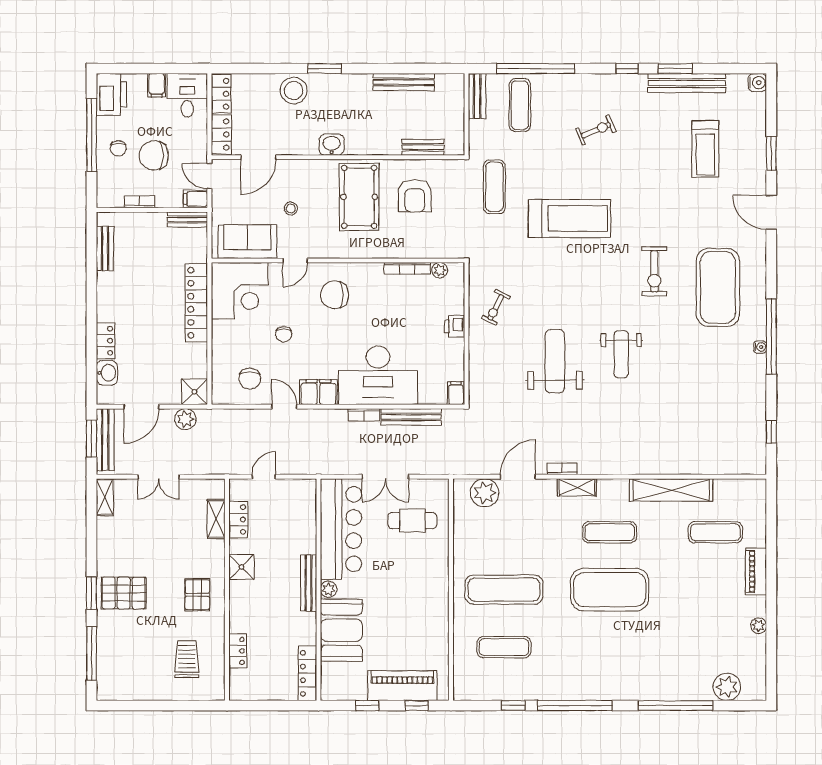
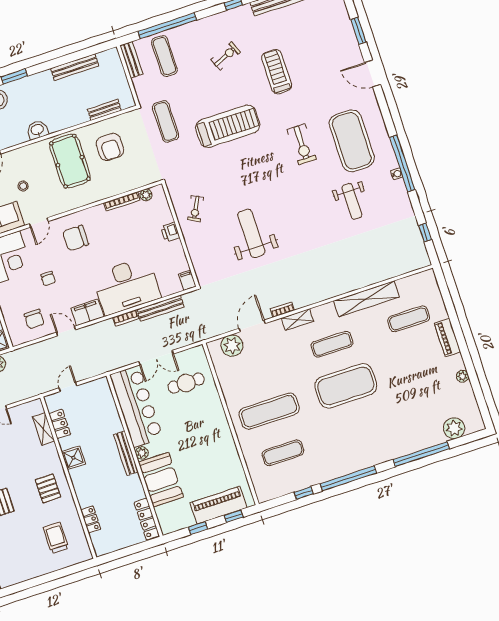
treadmill: (705, 149) -> (277, 72), moved, turned 180
weight bench: (621, 354) -> (352, 201), moved

